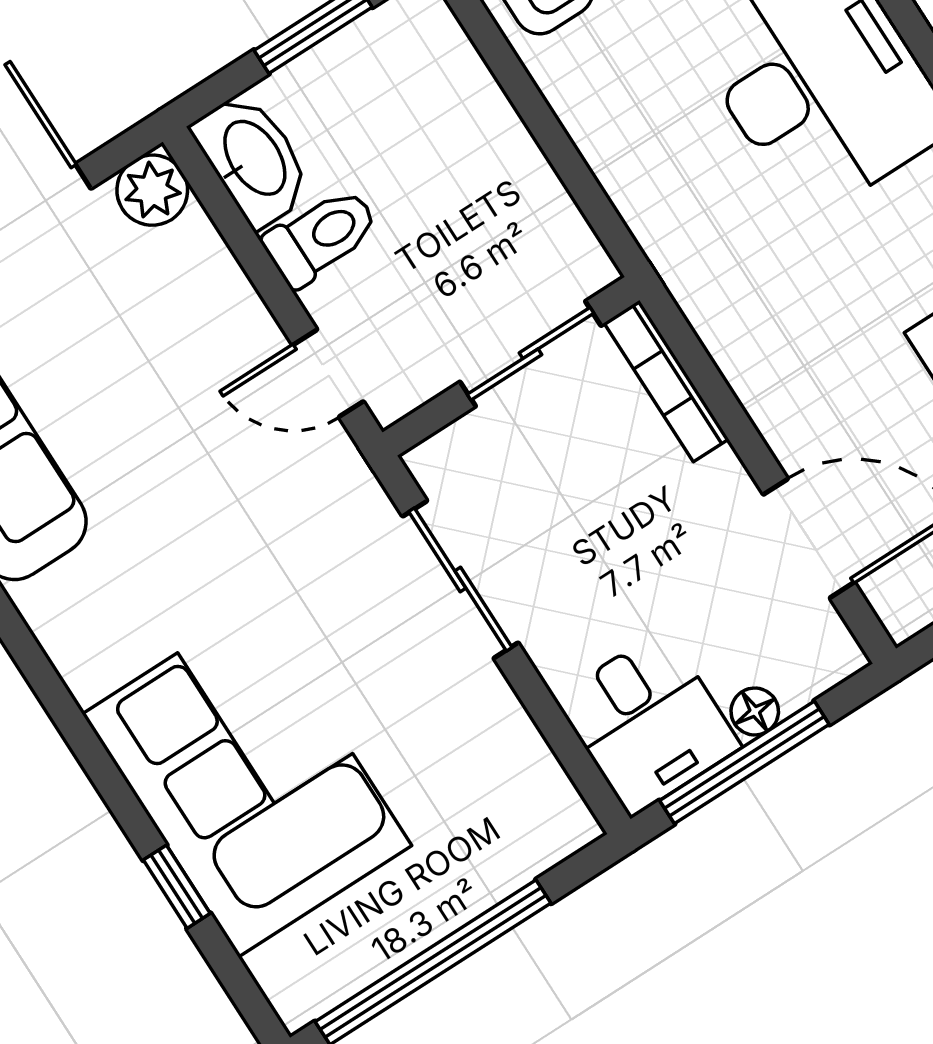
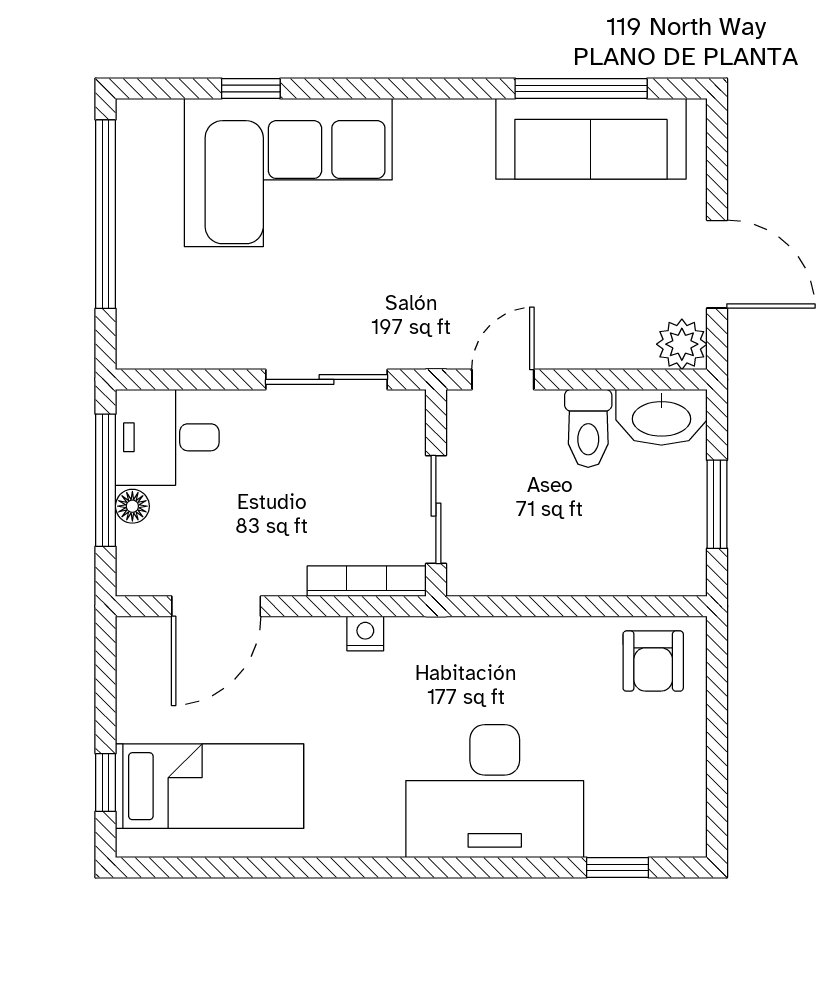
nightstand: (729, 343) -> (365, 633), added

